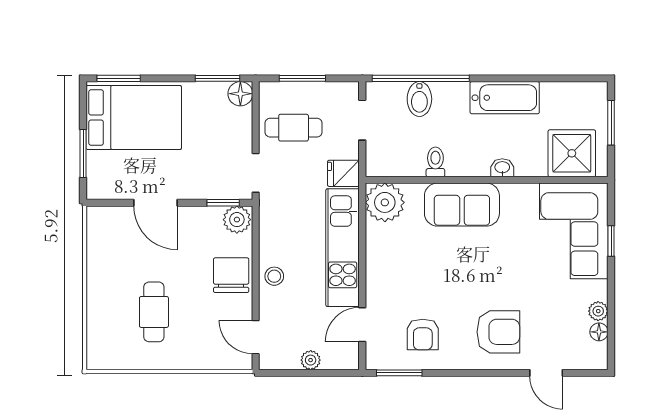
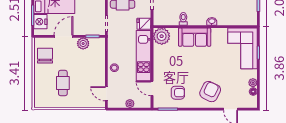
shower: (572, 153) -> (242, 15), removed
nightstand: (101, 169) -> (40, 22), added
door: (156, 203) -> (64, 36), swing flipped
plant: (237, 220) -> (83, 44), moved
chair: (231, 275) -> (45, 56), moved
door: (362, 325) -> (152, 88), hinge flipped
armchair: (498, 332) -> (210, 92), turned -64
armchair: (423, 334) -> (178, 93), turned -90

